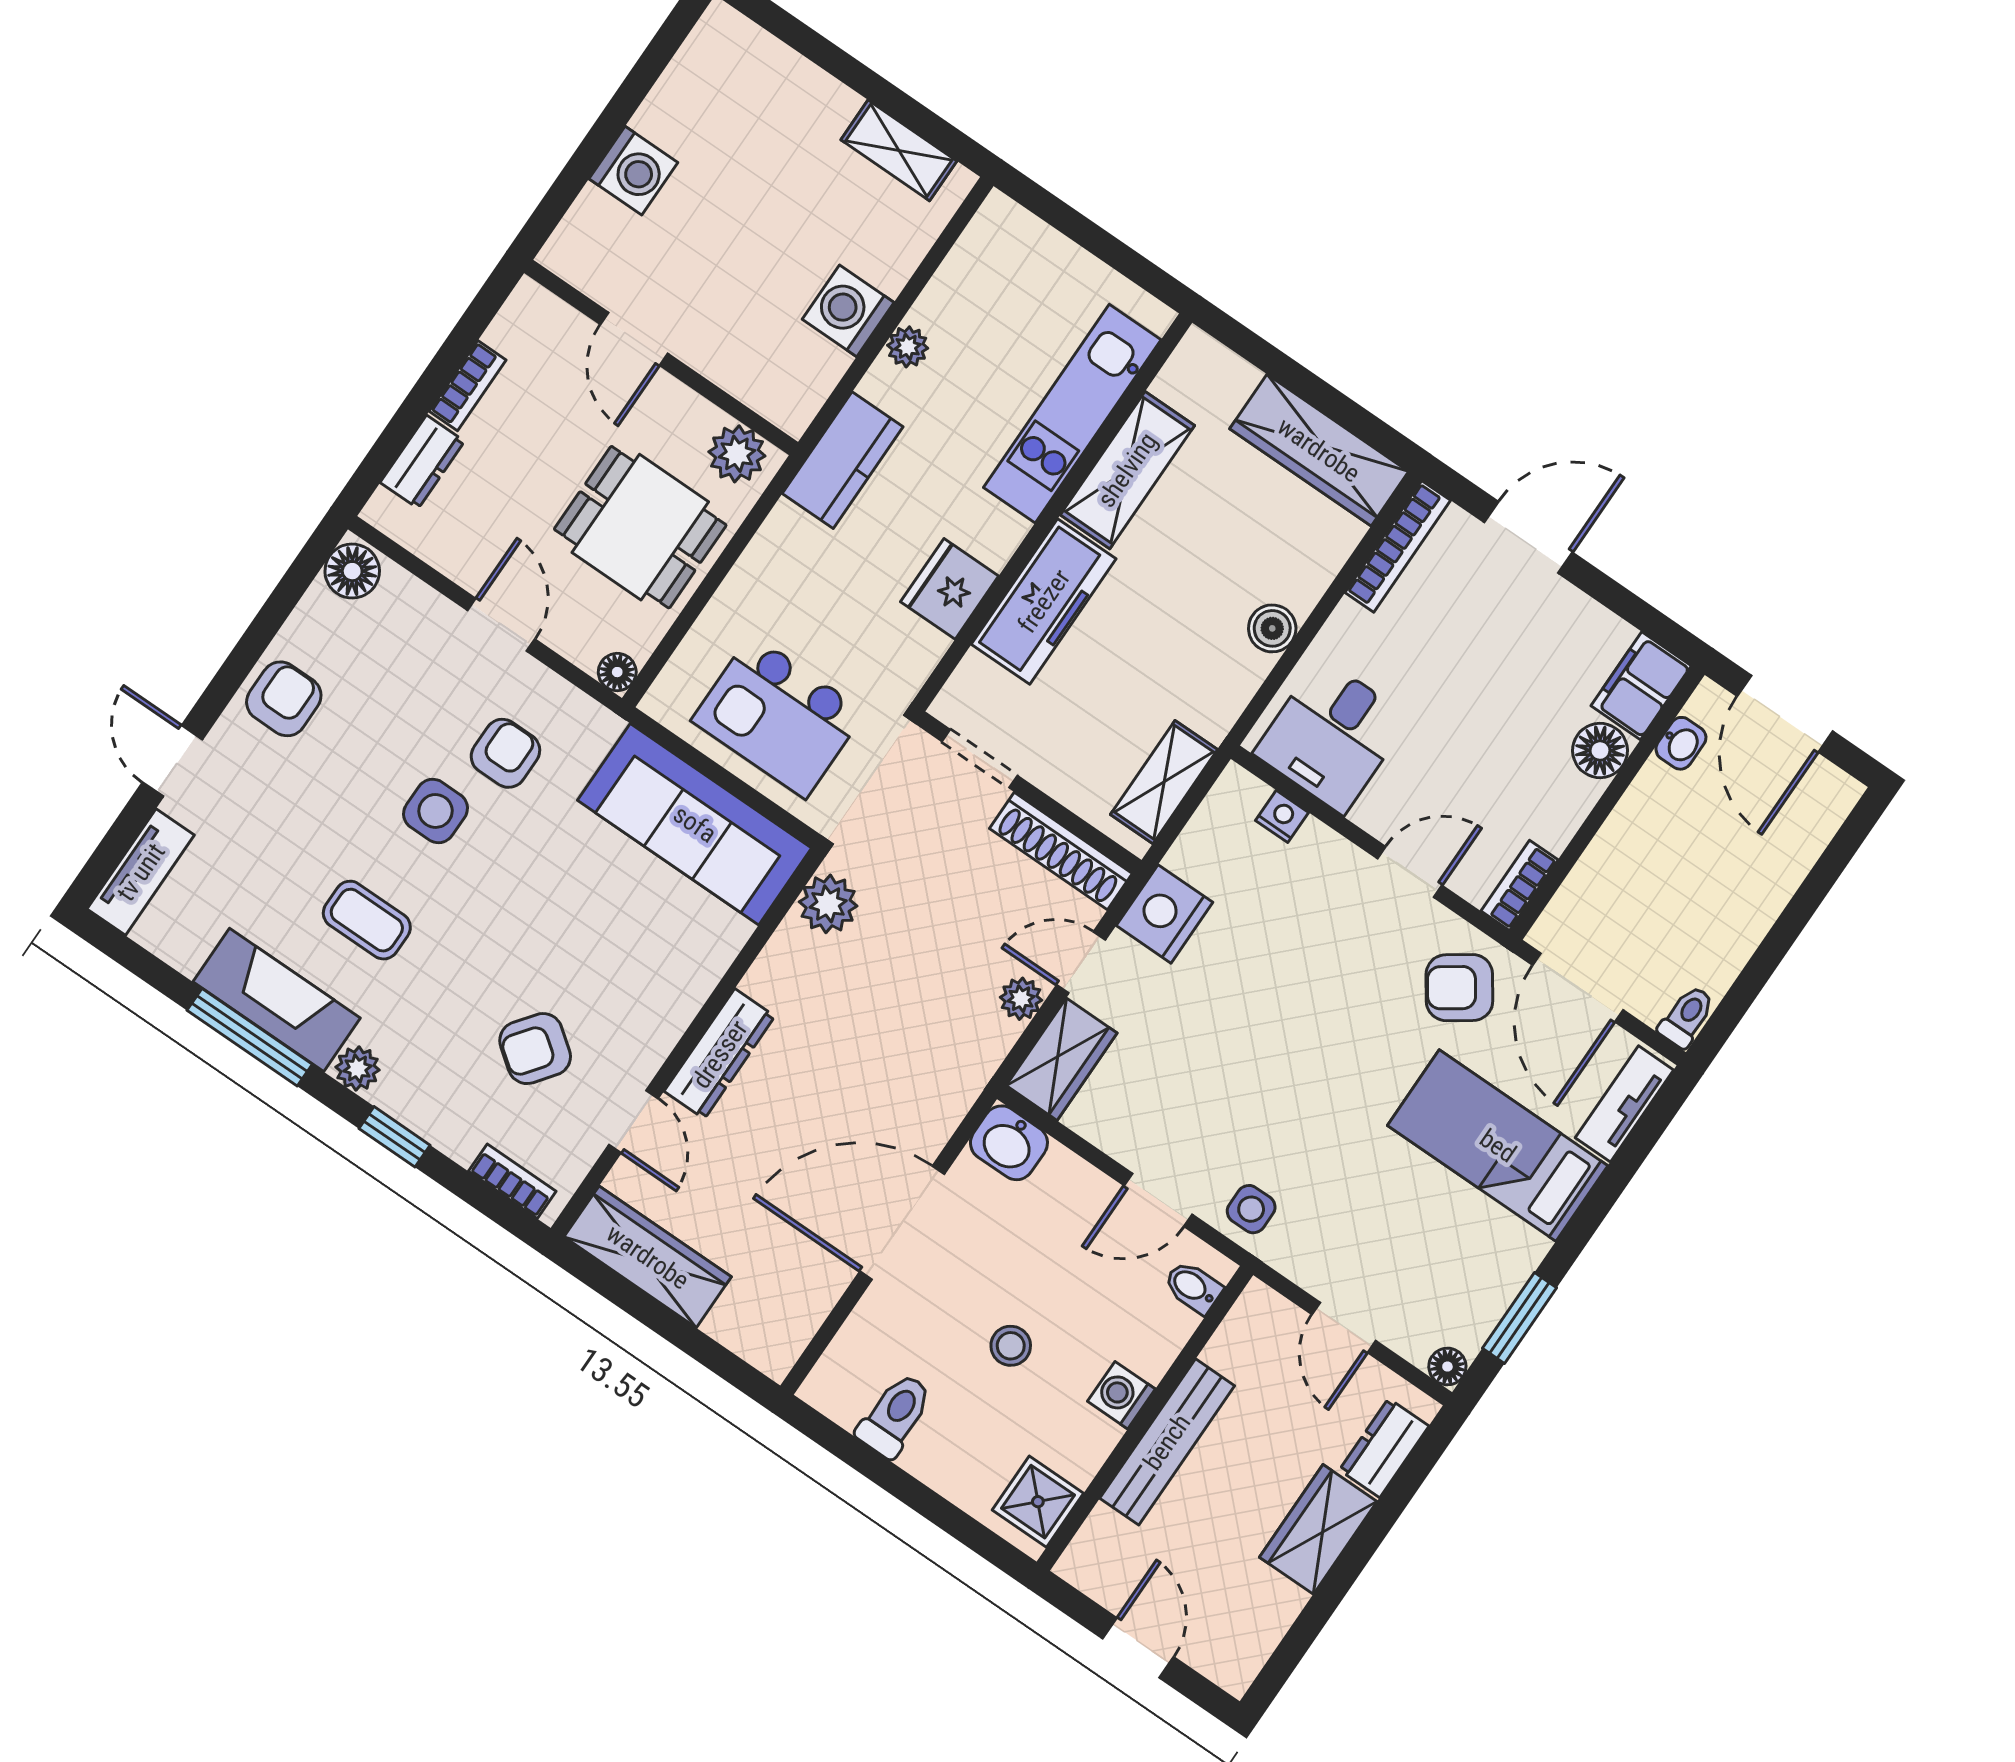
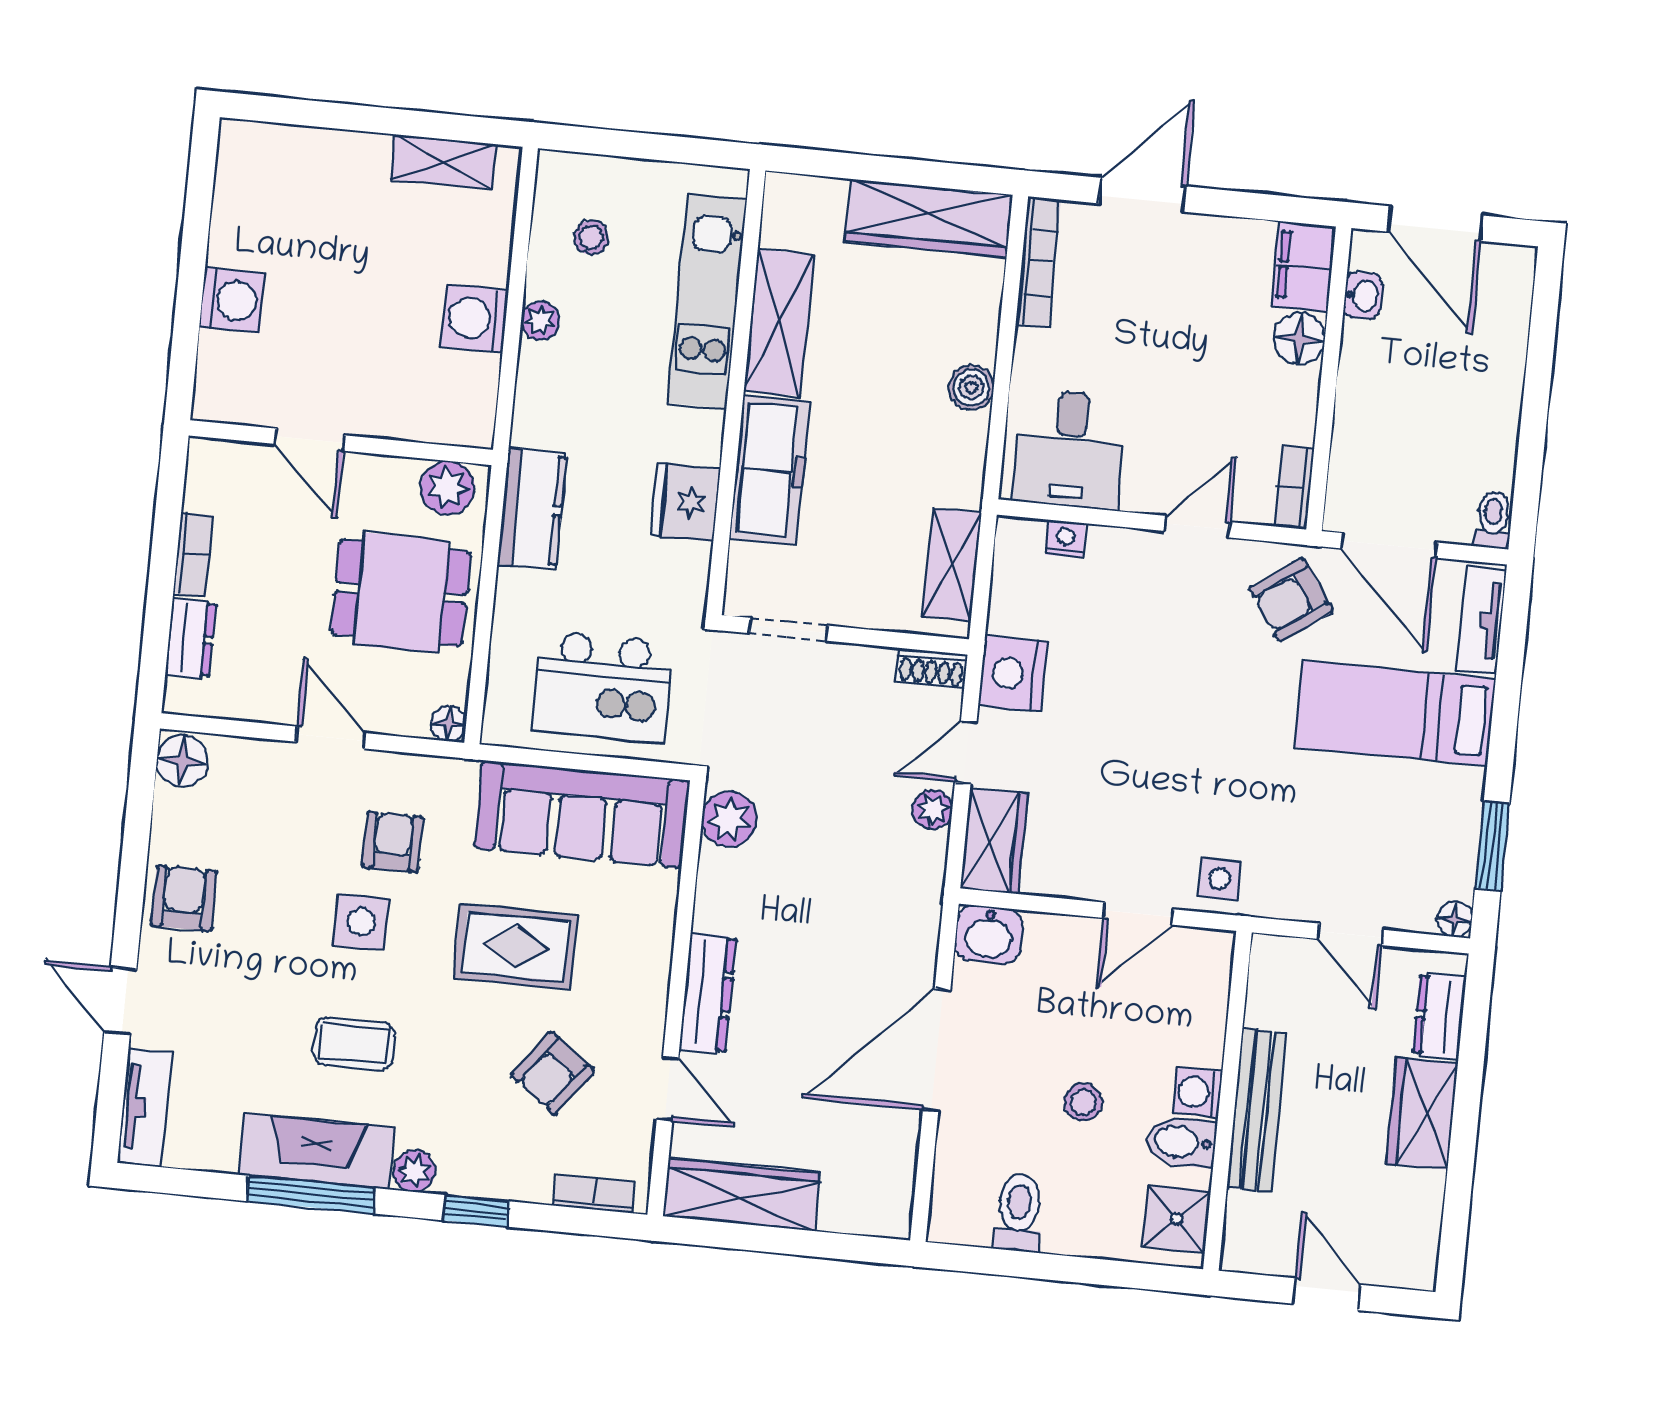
stool: (997, 296) -> (591, 237), added
kitchen counter: (843, 460) -> (532, 509), moved
shoe rack: (1061, 851) -> (931, 668), width x0.51, depth x0.81
rug: (566, 913) -> (516, 947), added
bidet: (1193, 1287) -> (1181, 1142), moved, width x1.38, depth x1.36

